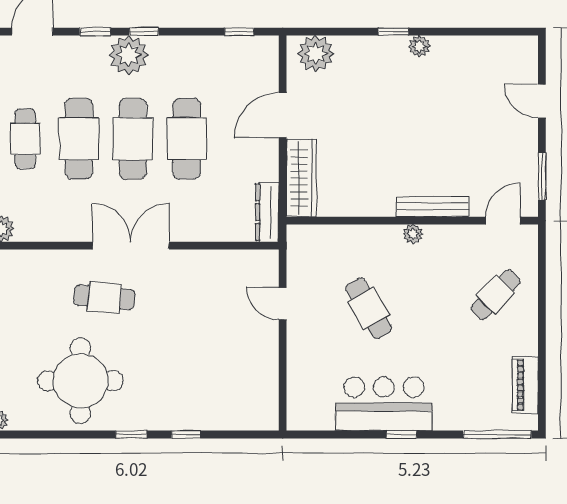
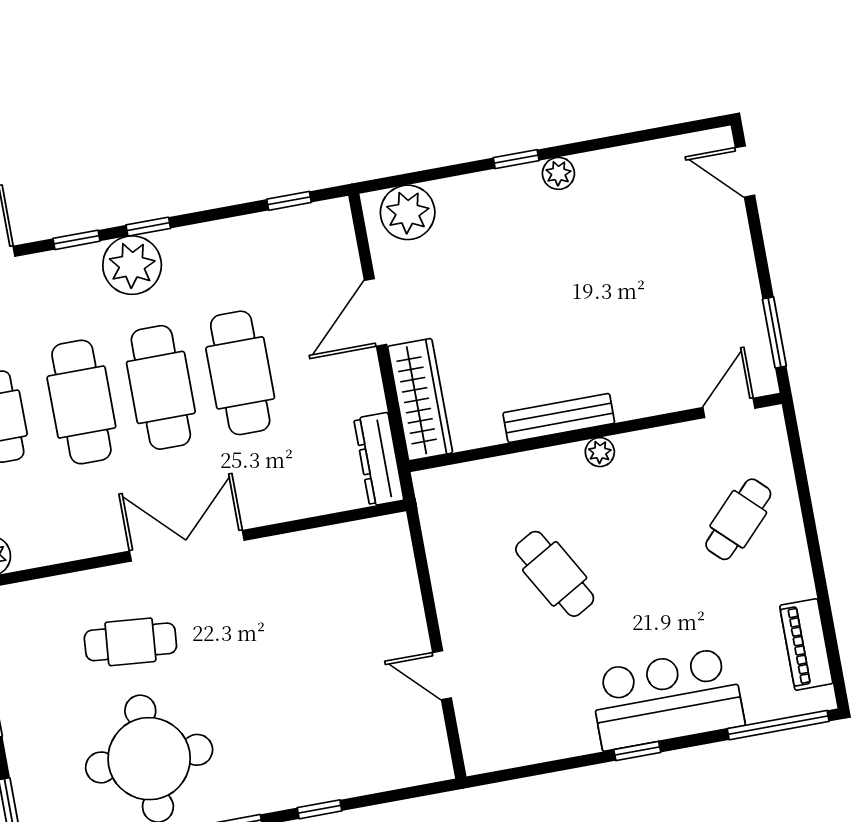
door: (542, 101) -> (745, 171), moved
bench: (433, 207) -> (559, 418), moved
cafe table: (104, 297) -> (130, 642), moved
door: (283, 304) -> (442, 675), moved
bar counter: (384, 404) -> (667, 699), moved

